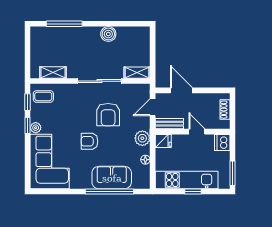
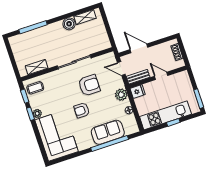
shelving: (137, 73) -> (85, 17), moved
door: (153, 107) -> (121, 68), hinge flipped
armchair: (108, 115) -> (89, 85), turned -90
dishwasher: (222, 142) -> (183, 78), removed

